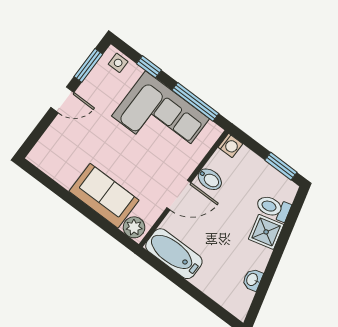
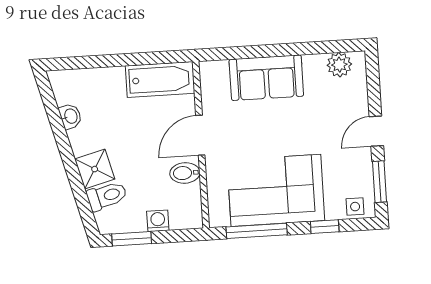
washing machine: (230, 146) -> (158, 221), moved, turned 90
plant: (134, 227) -> (339, 65), moved

